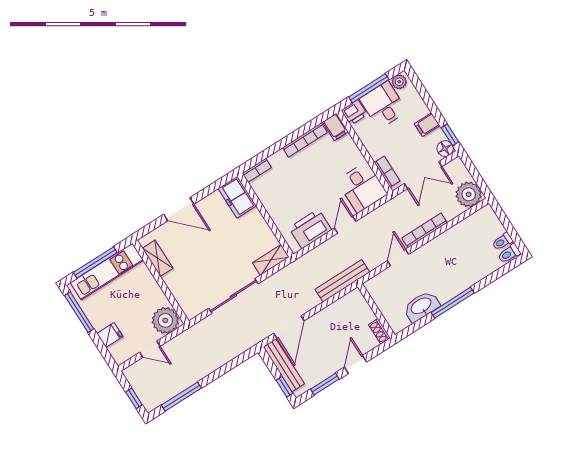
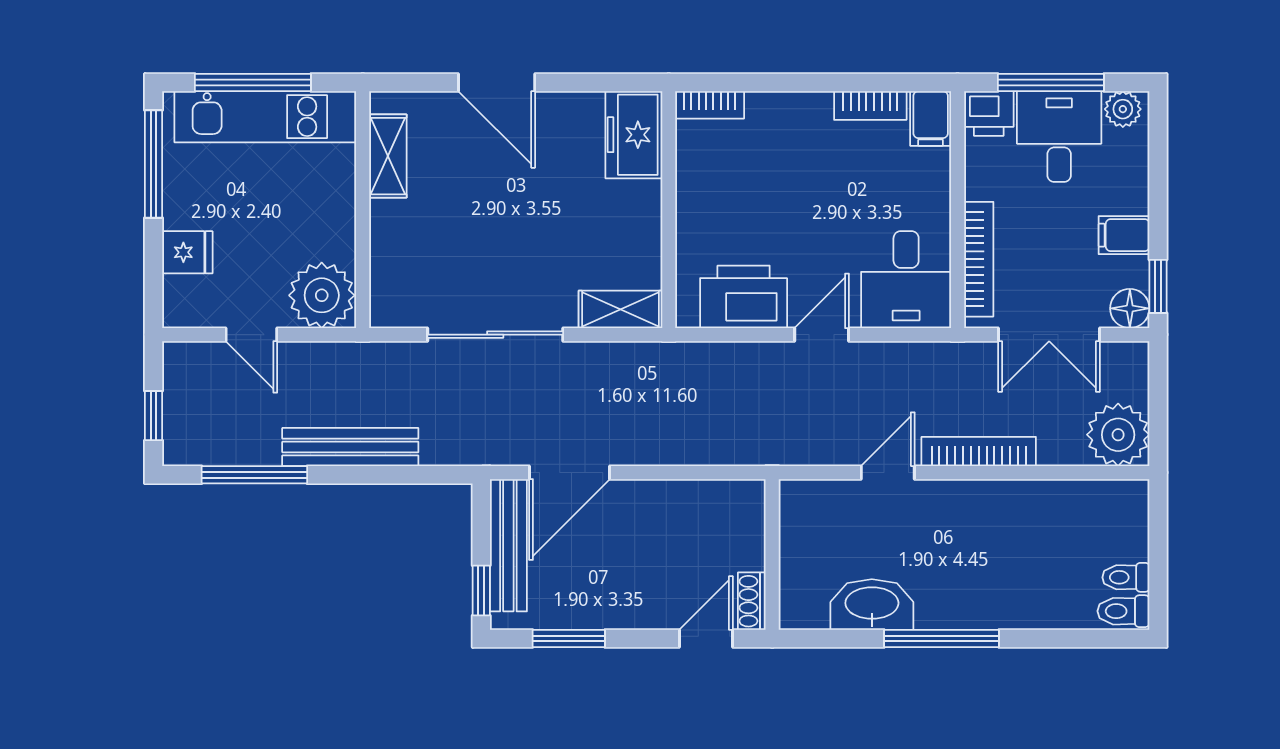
bookcase: (305, 140) -> (870, 106), width x0.64
bookcase: (387, 172) -> (979, 259), width x1.56
bench: (342, 281) -> (350, 447), moved
door: (356, 365) -> (706, 639), moved

